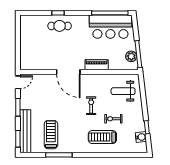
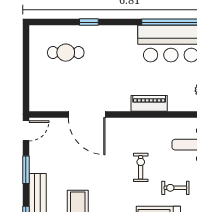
cafe table: (60, 26) -> (66, 53), moved
door: (68, 72) -> (87, 115), moved

